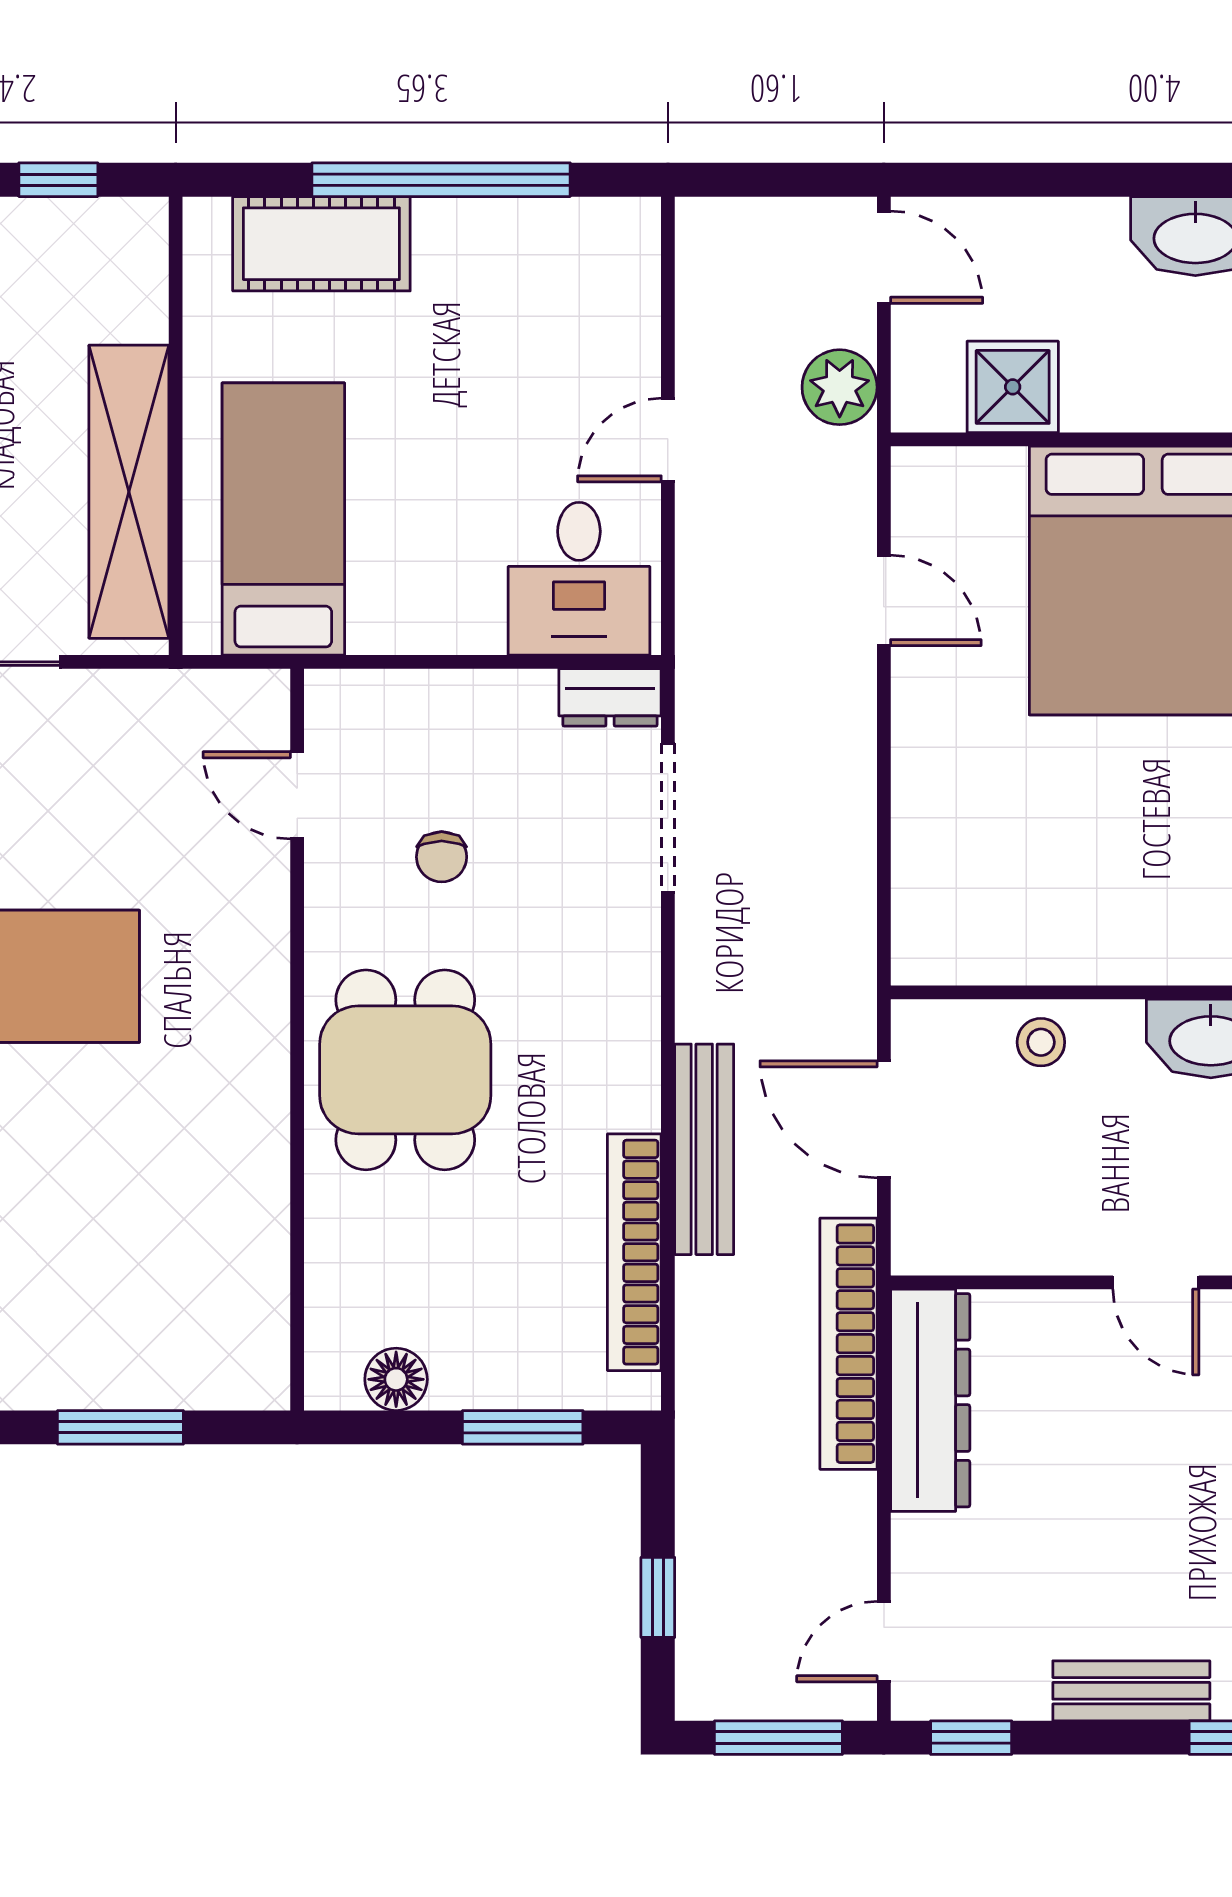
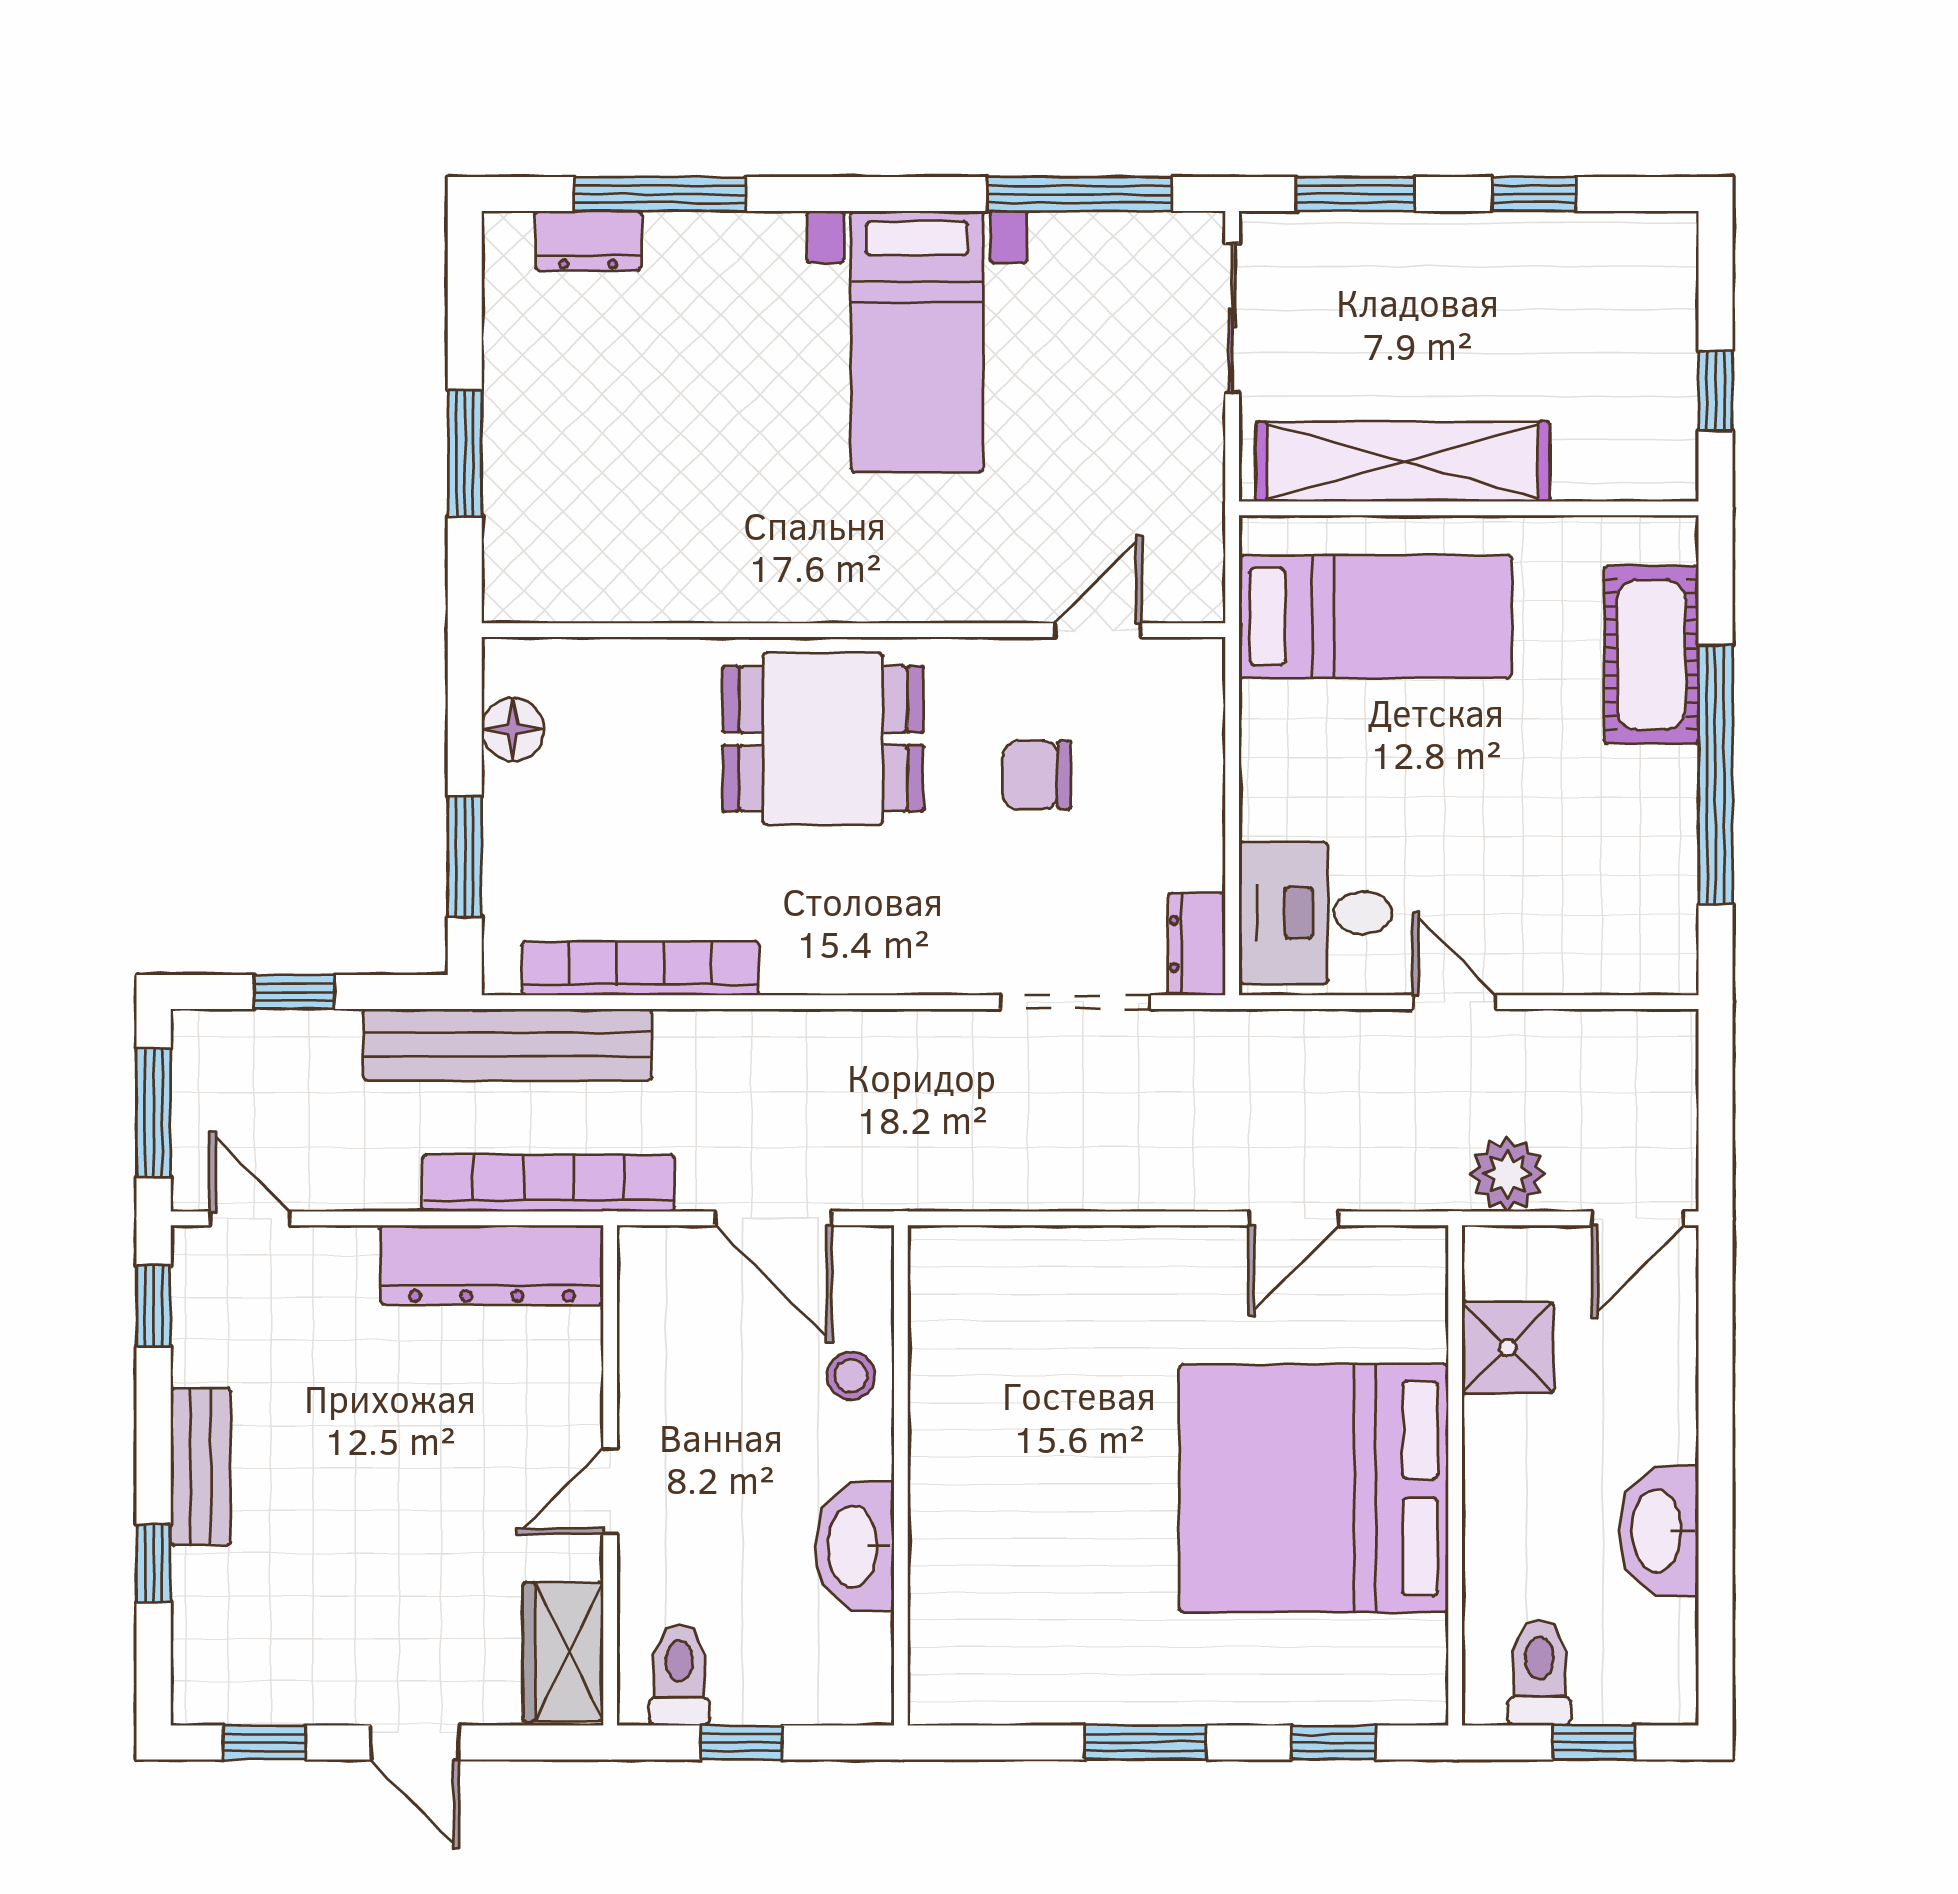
chair: (442, 857) -> (1037, 775), width x1.37, depth x1.37
door: (884, 1119) -> (773, 1218), swing flipped
bench: (704, 1149) -> (507, 1045), moved, width x1.37, depth x1.21

